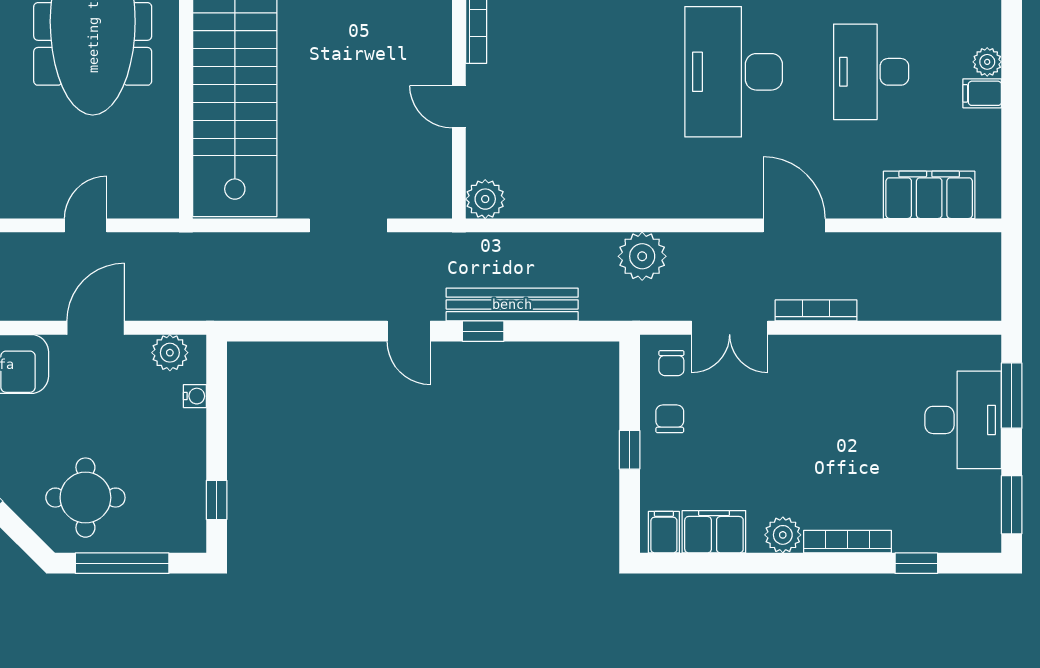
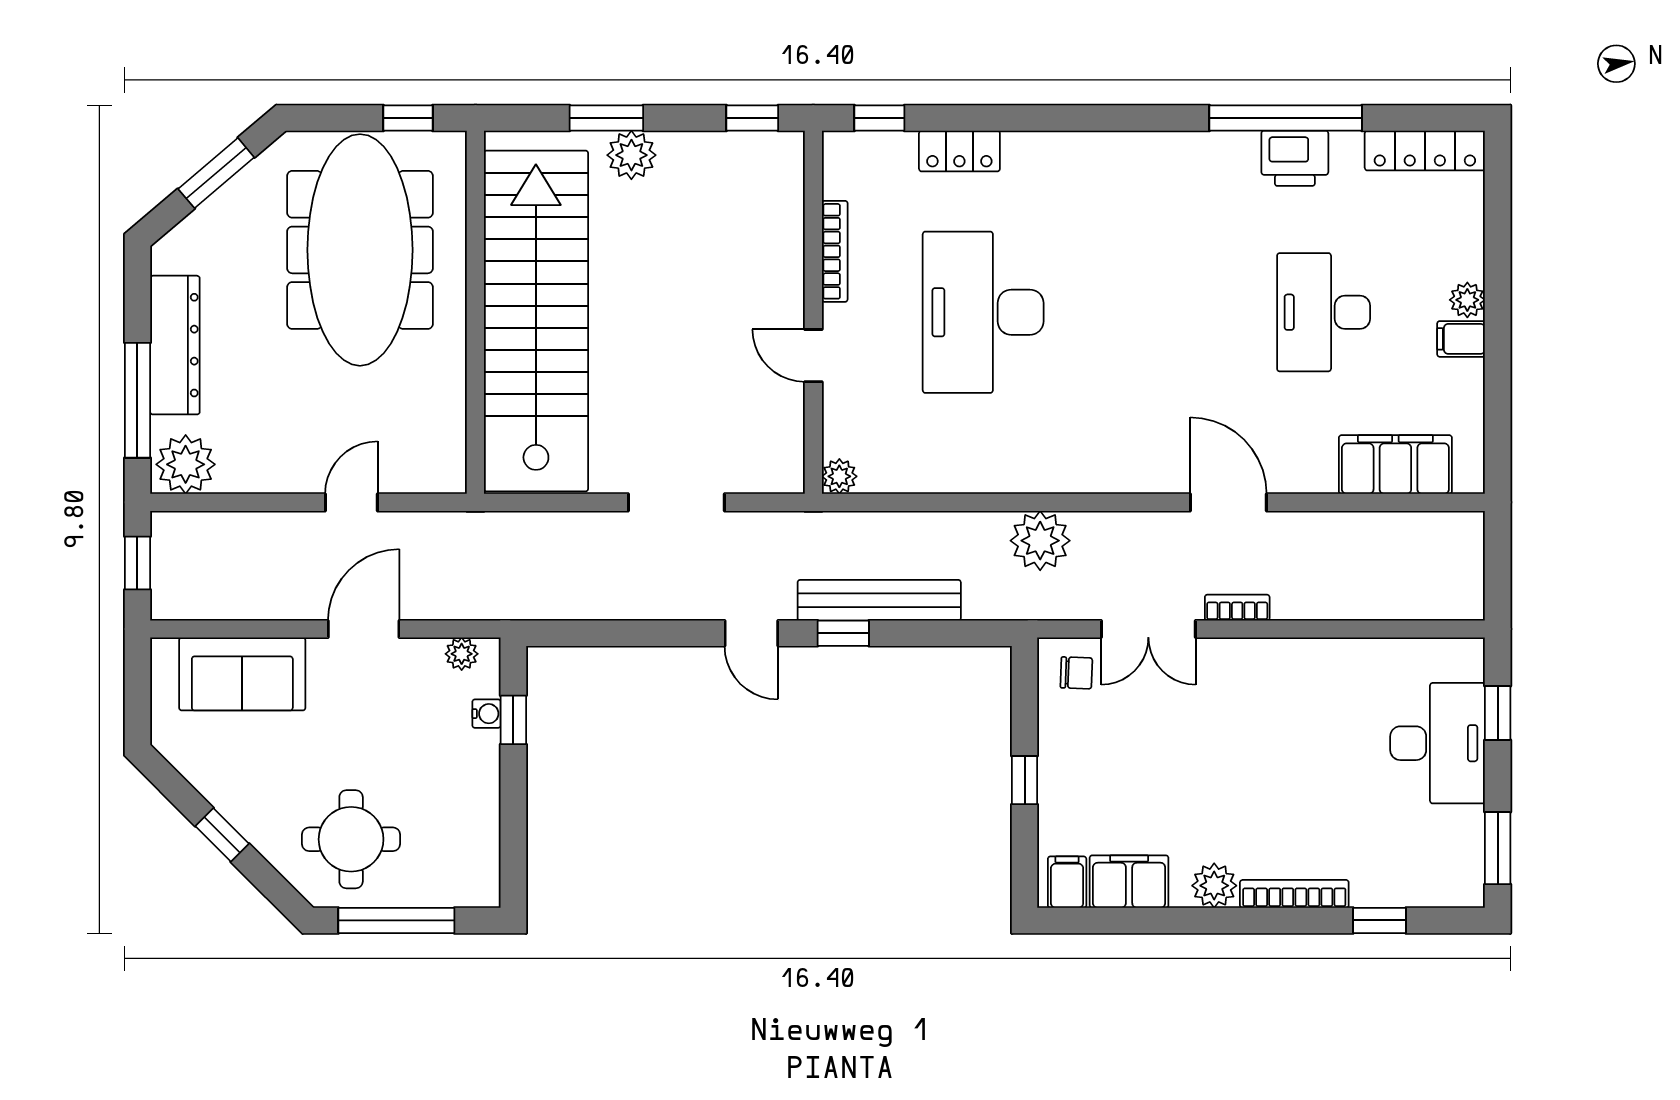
desk: (734, 72) -> (983, 312), moved
plant: (485, 199) -> (839, 476), width x0.73, depth x0.73
bookcase: (816, 310) -> (1237, 608), width x0.64
plant: (170, 353) -> (462, 654), width x0.73, depth x0.73
chair: (671, 363) -> (1076, 673), turned -88
window: (1012, 396) -> (1498, 713), width x0.67
chair: (670, 419) -> (1074, 742), removed
window: (217, 500) -> (513, 720), moved

